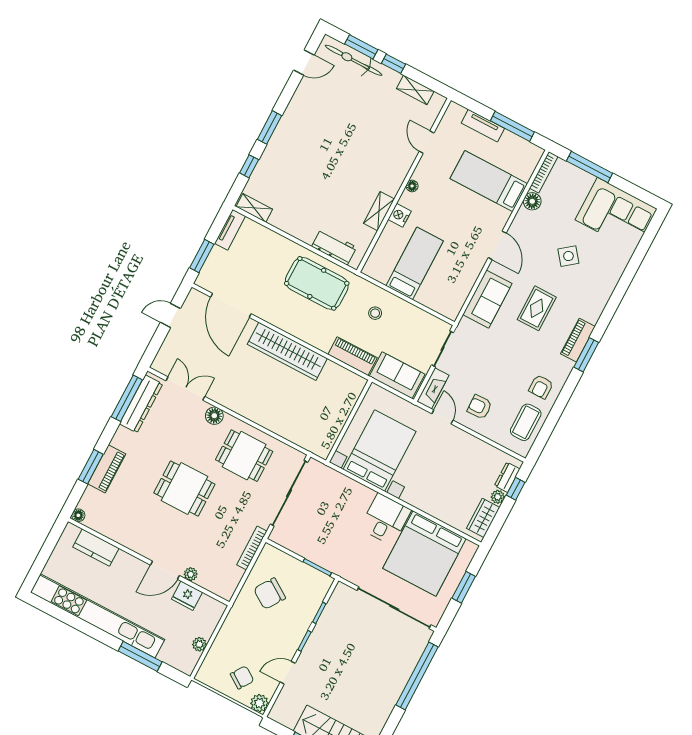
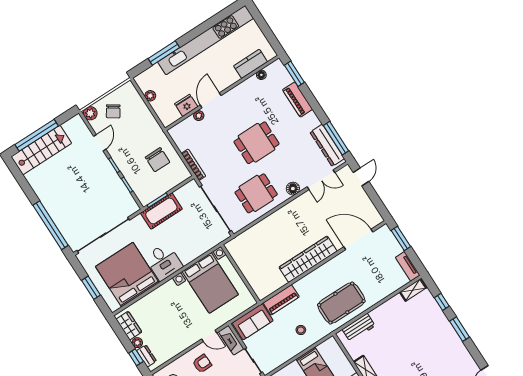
door: (170, 315) -> (361, 177), moved
window: (91, 467) -> (294, 74), moved
floor lamp: (78, 515) -> (261, 75), moved
cot: (327, 555) -> (161, 211), added
chair: (270, 594) -> (158, 160), turned 146

